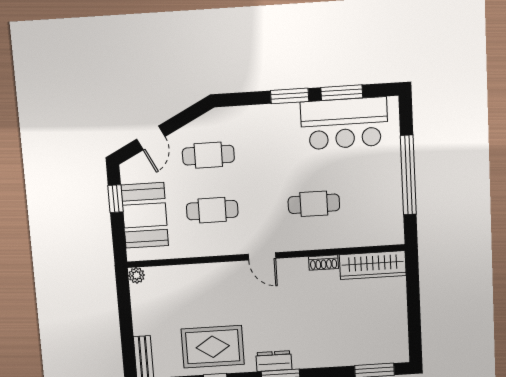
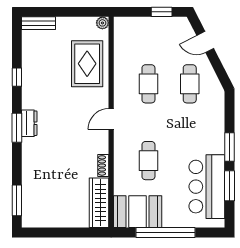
booth: (145, 215) -> (138, 212), moved
rug: (213, 347) -> (87, 64), moved

